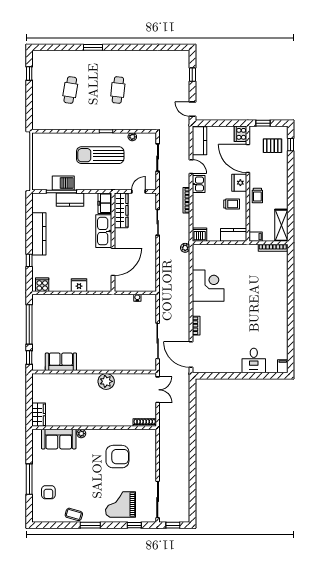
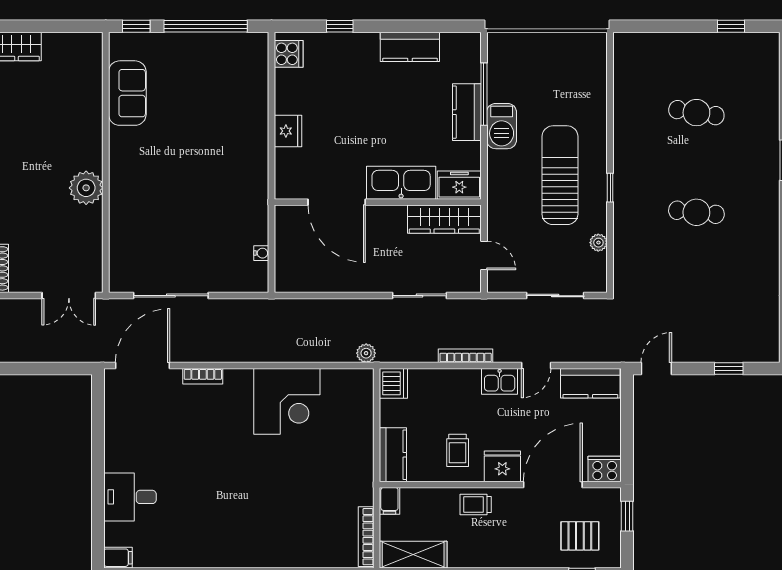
pallet: (272, 146) -> (580, 536), turned 90
barbecue: (63, 183) -> (502, 126), moved
kitchen counter: (39, 234) -> (410, 47), width x0.67

